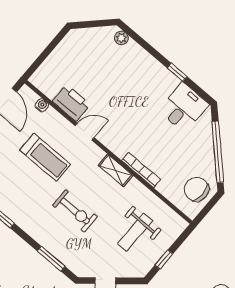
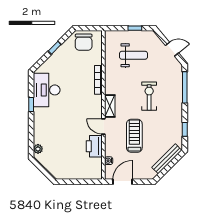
desk: (184, 107) -> (47, 90), width x1.37
window: (218, 152) -> (55, 48), width x0.32
shelving: (116, 170) -> (110, 106), moved
window: (51, 259) -> (185, 87), width x1.44

